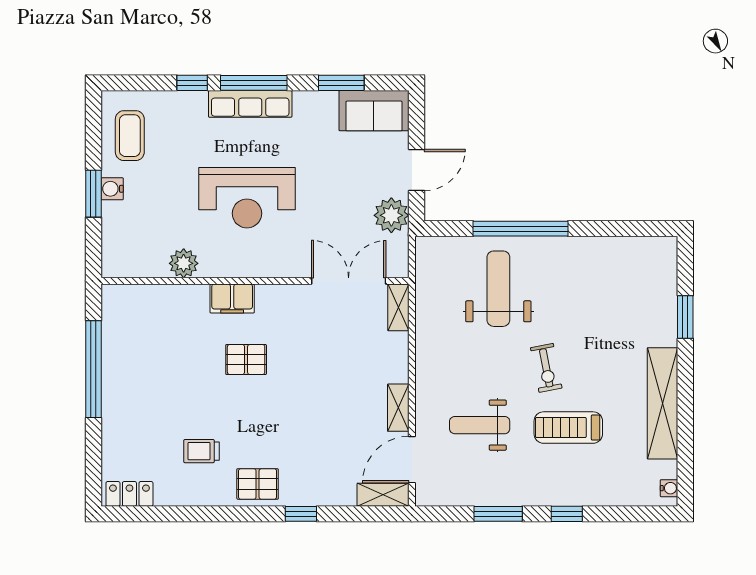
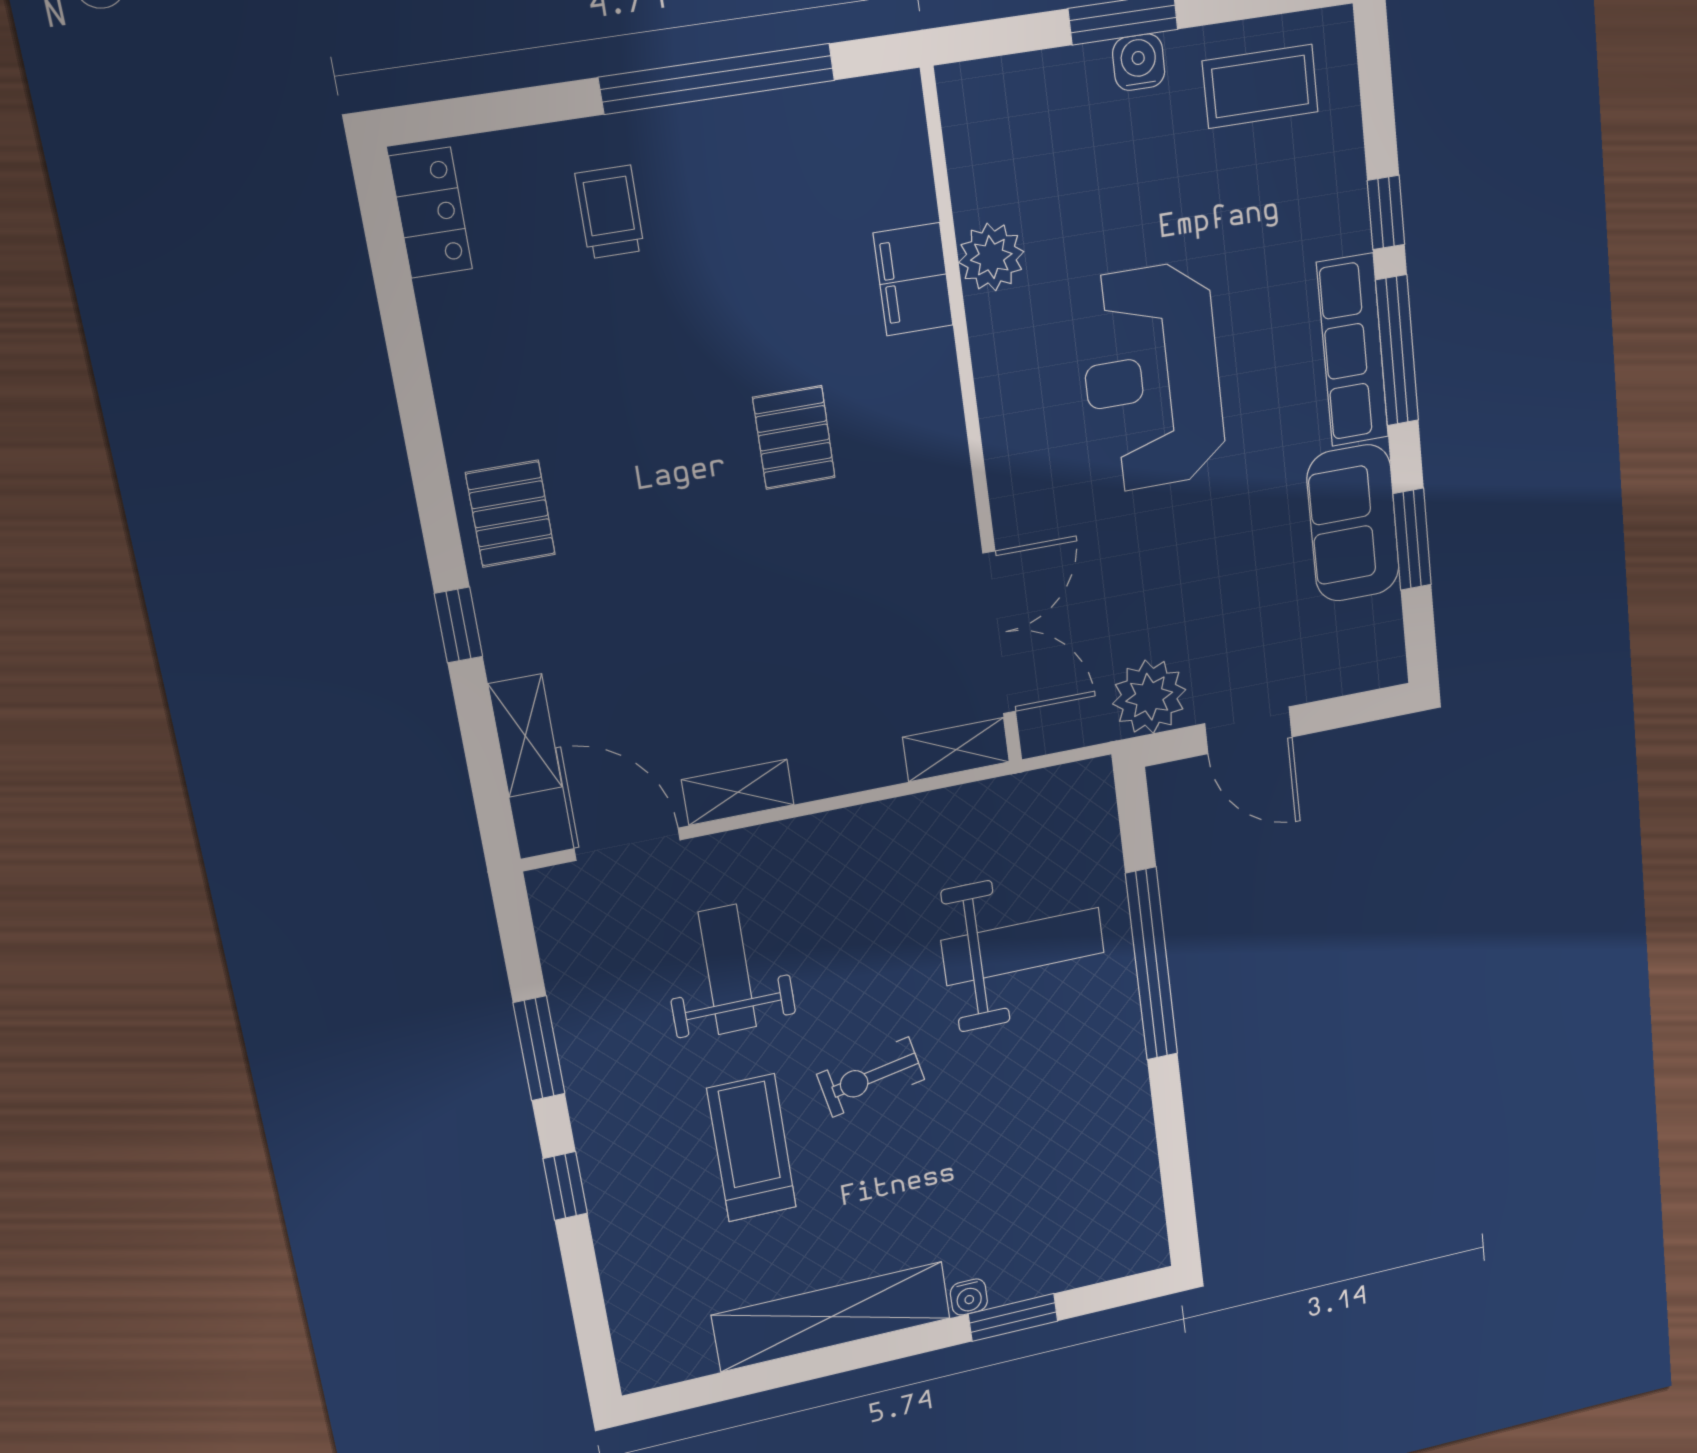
sofa: (374, 111) -> (1353, 523), moved
filing cabinet: (232, 299) -> (913, 279), moved
trolley: (201, 451) -> (610, 212), moved
water cooler: (669, 488) -> (969, 1297), moved
shelving: (383, 495) -> (525, 736), moved

